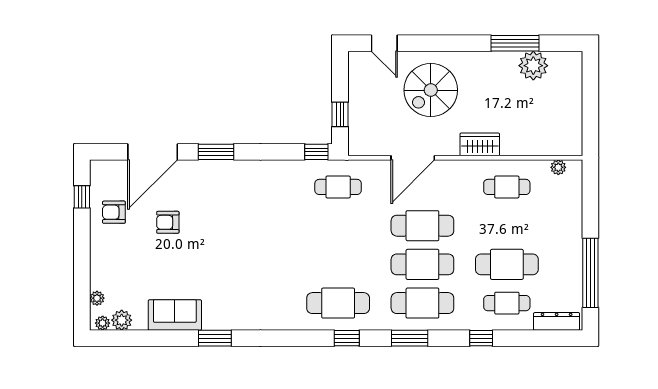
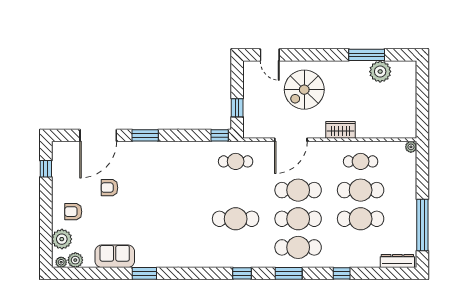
plant: (558, 167) -> (411, 147), moved
armchair: (114, 212) -> (73, 212), moved
plant: (97, 298) -> (62, 239), width x1.87, depth x1.87
cafe table: (338, 303) -> (236, 219), moved
cafe table: (507, 303) -> (361, 190), moved, width x1.37, depth x1.35

